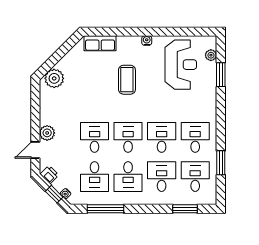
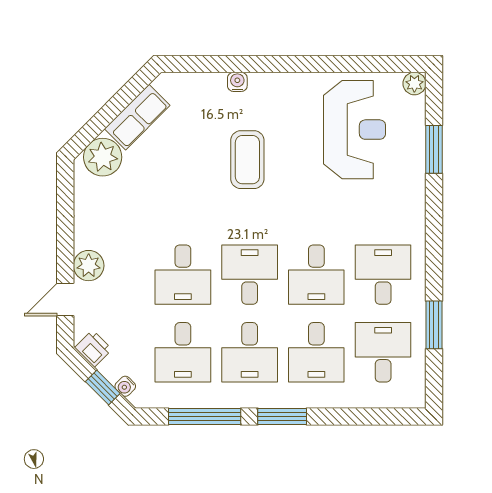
water cooler: (147, 41) -> (237, 82), moved
row of seats: (100, 43) -> (137, 117), moved, turned -45
plant: (211, 55) -> (414, 84), moved
desk: (95, 137) -> (183, 275), turned 180
desk: (162, 137) -> (316, 275), turned 180
desk: (162, 177) -> (316, 352), turned 180
window: (185, 209) -> (282, 416), moved

